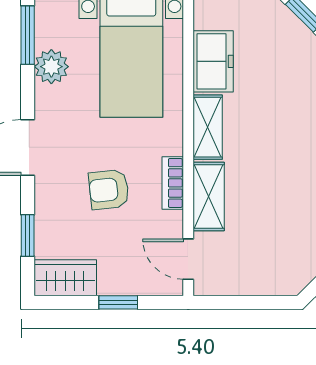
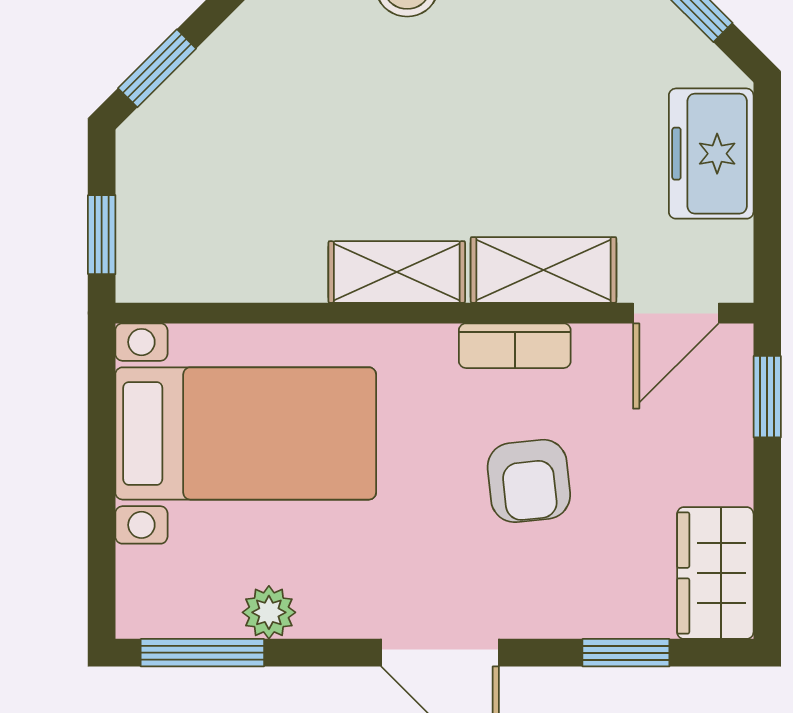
freezer: (213, 61) -> (711, 154), moved, turned -90
plant: (51, 67) -> (269, 612), width x0.73, depth x0.73
window: (118, 302) -> (767, 397), moved

